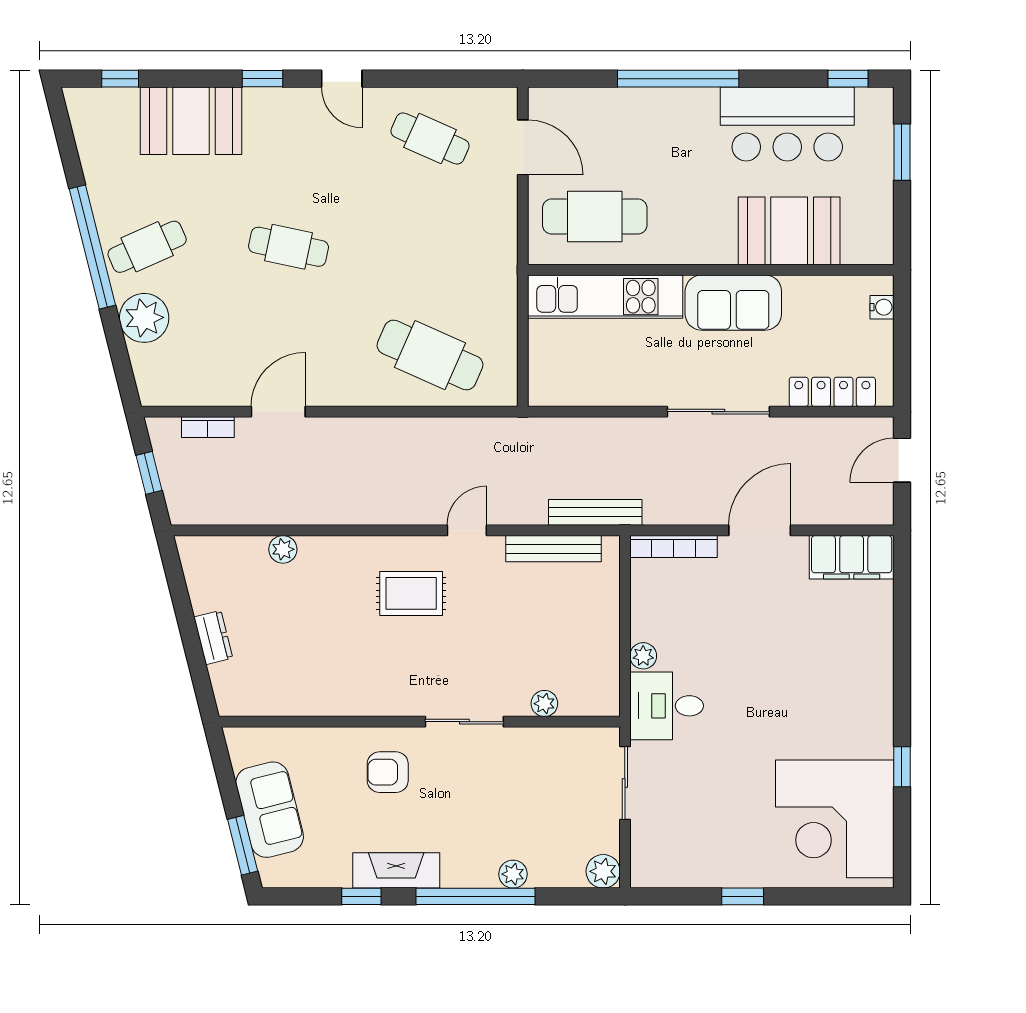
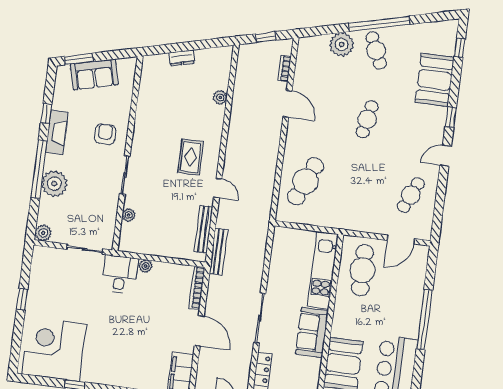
plant: (513, 874) -> (54, 184), width x1.88, depth x1.88

